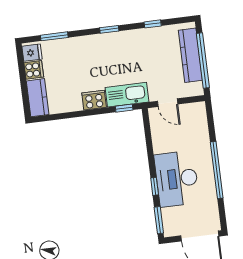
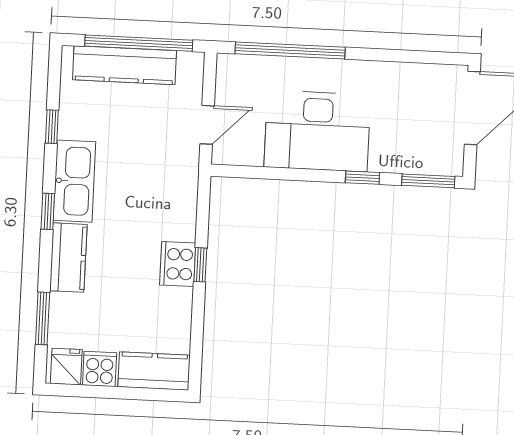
kitchen counter: (88, 44) -> (68, 258), added
kitchen sink: (127, 95) -> (74, 181), moved, turned 180
window: (124, 108) -> (200, 265), moved
window: (217, 170) -> (290, 51), moved
desk: (177, 179) -> (317, 131), moved

